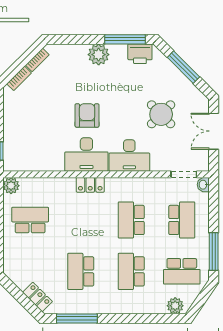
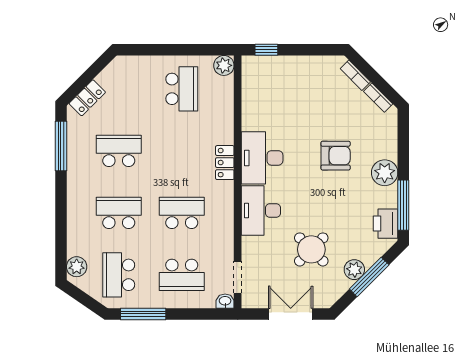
plant: (178, 79) -> (354, 270), added
armchair: (87, 115) -> (336, 156), moved

